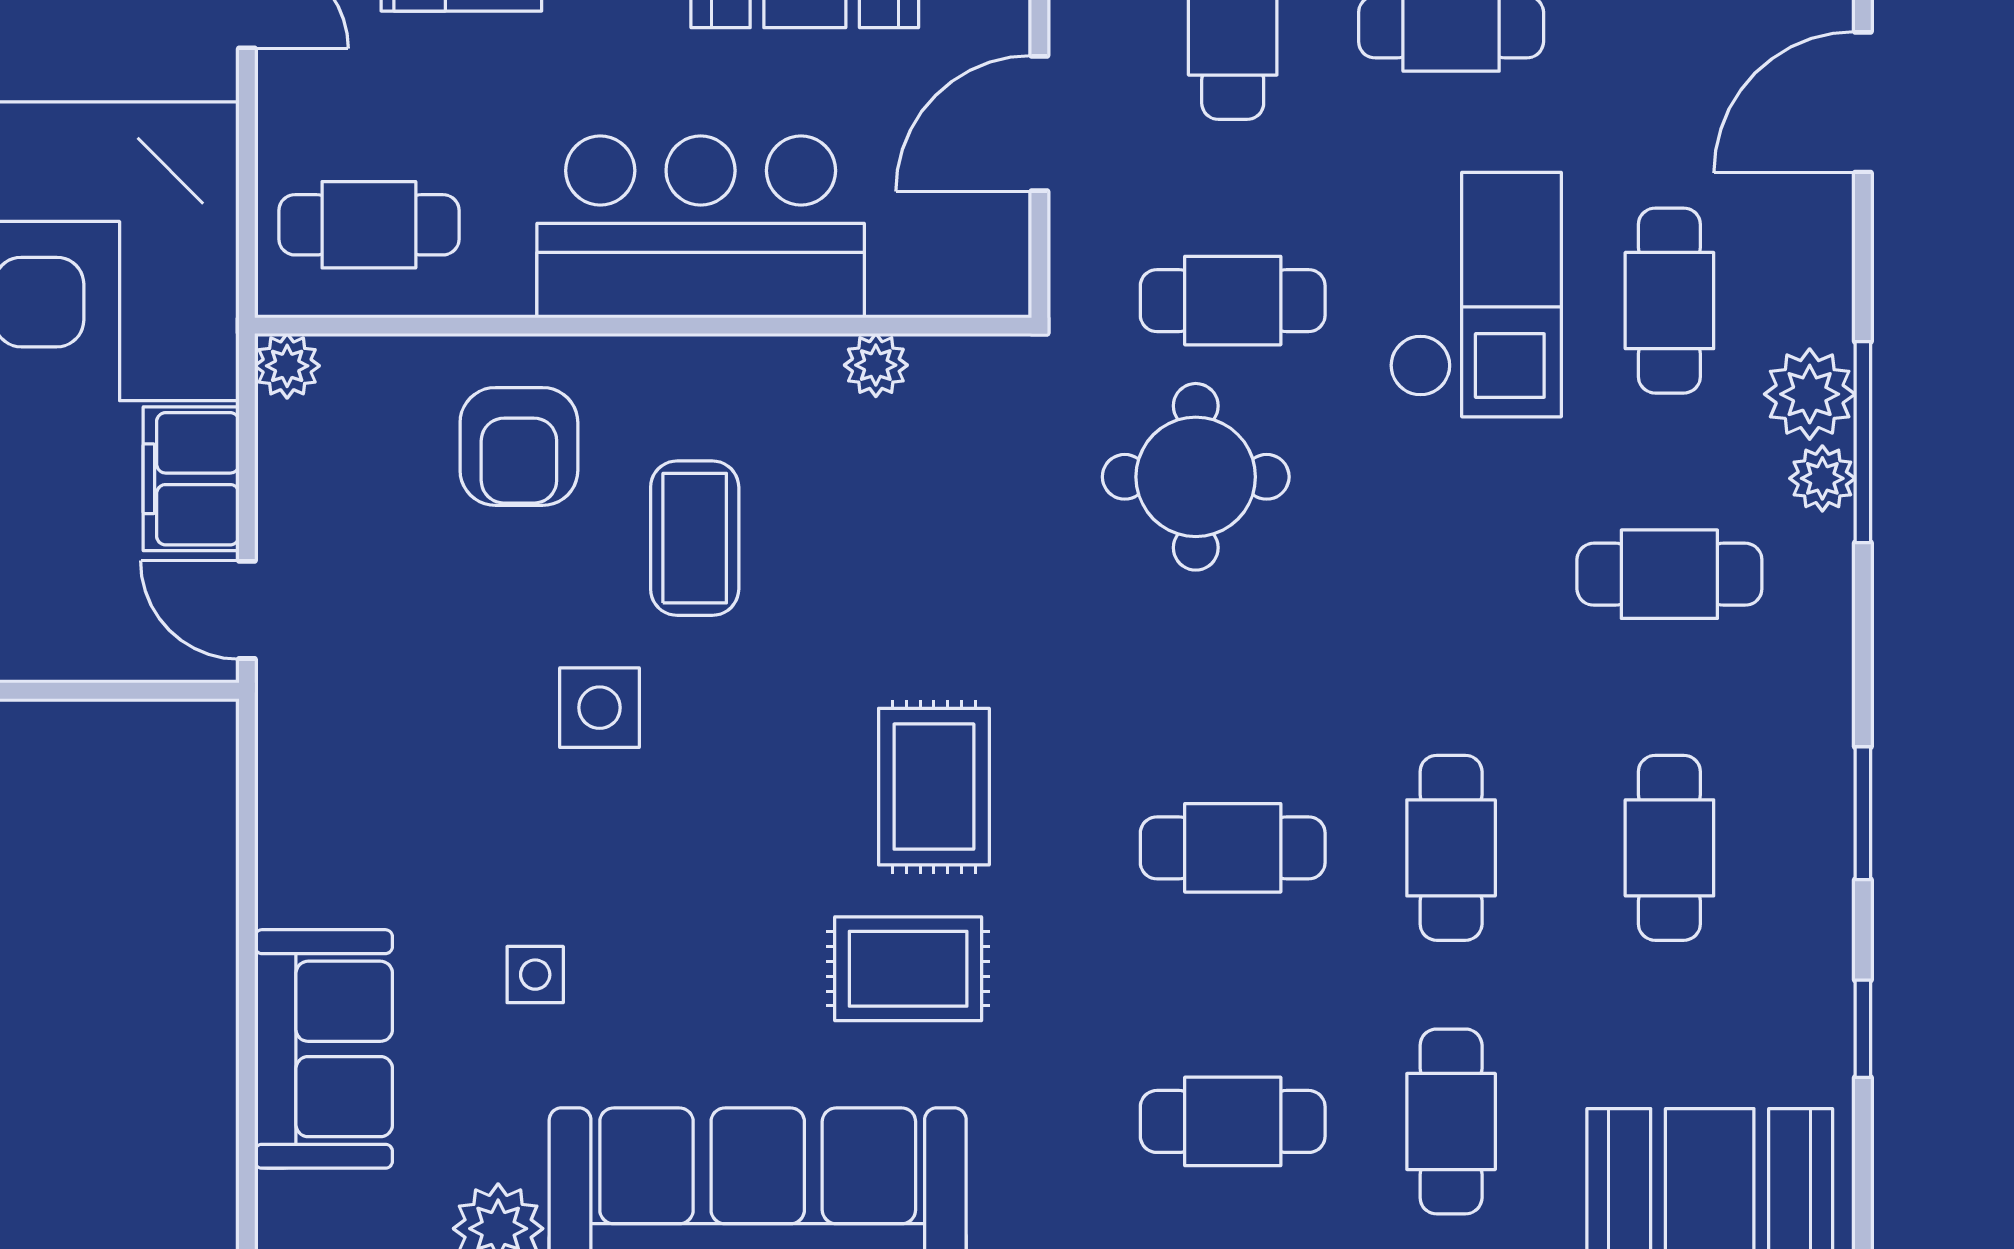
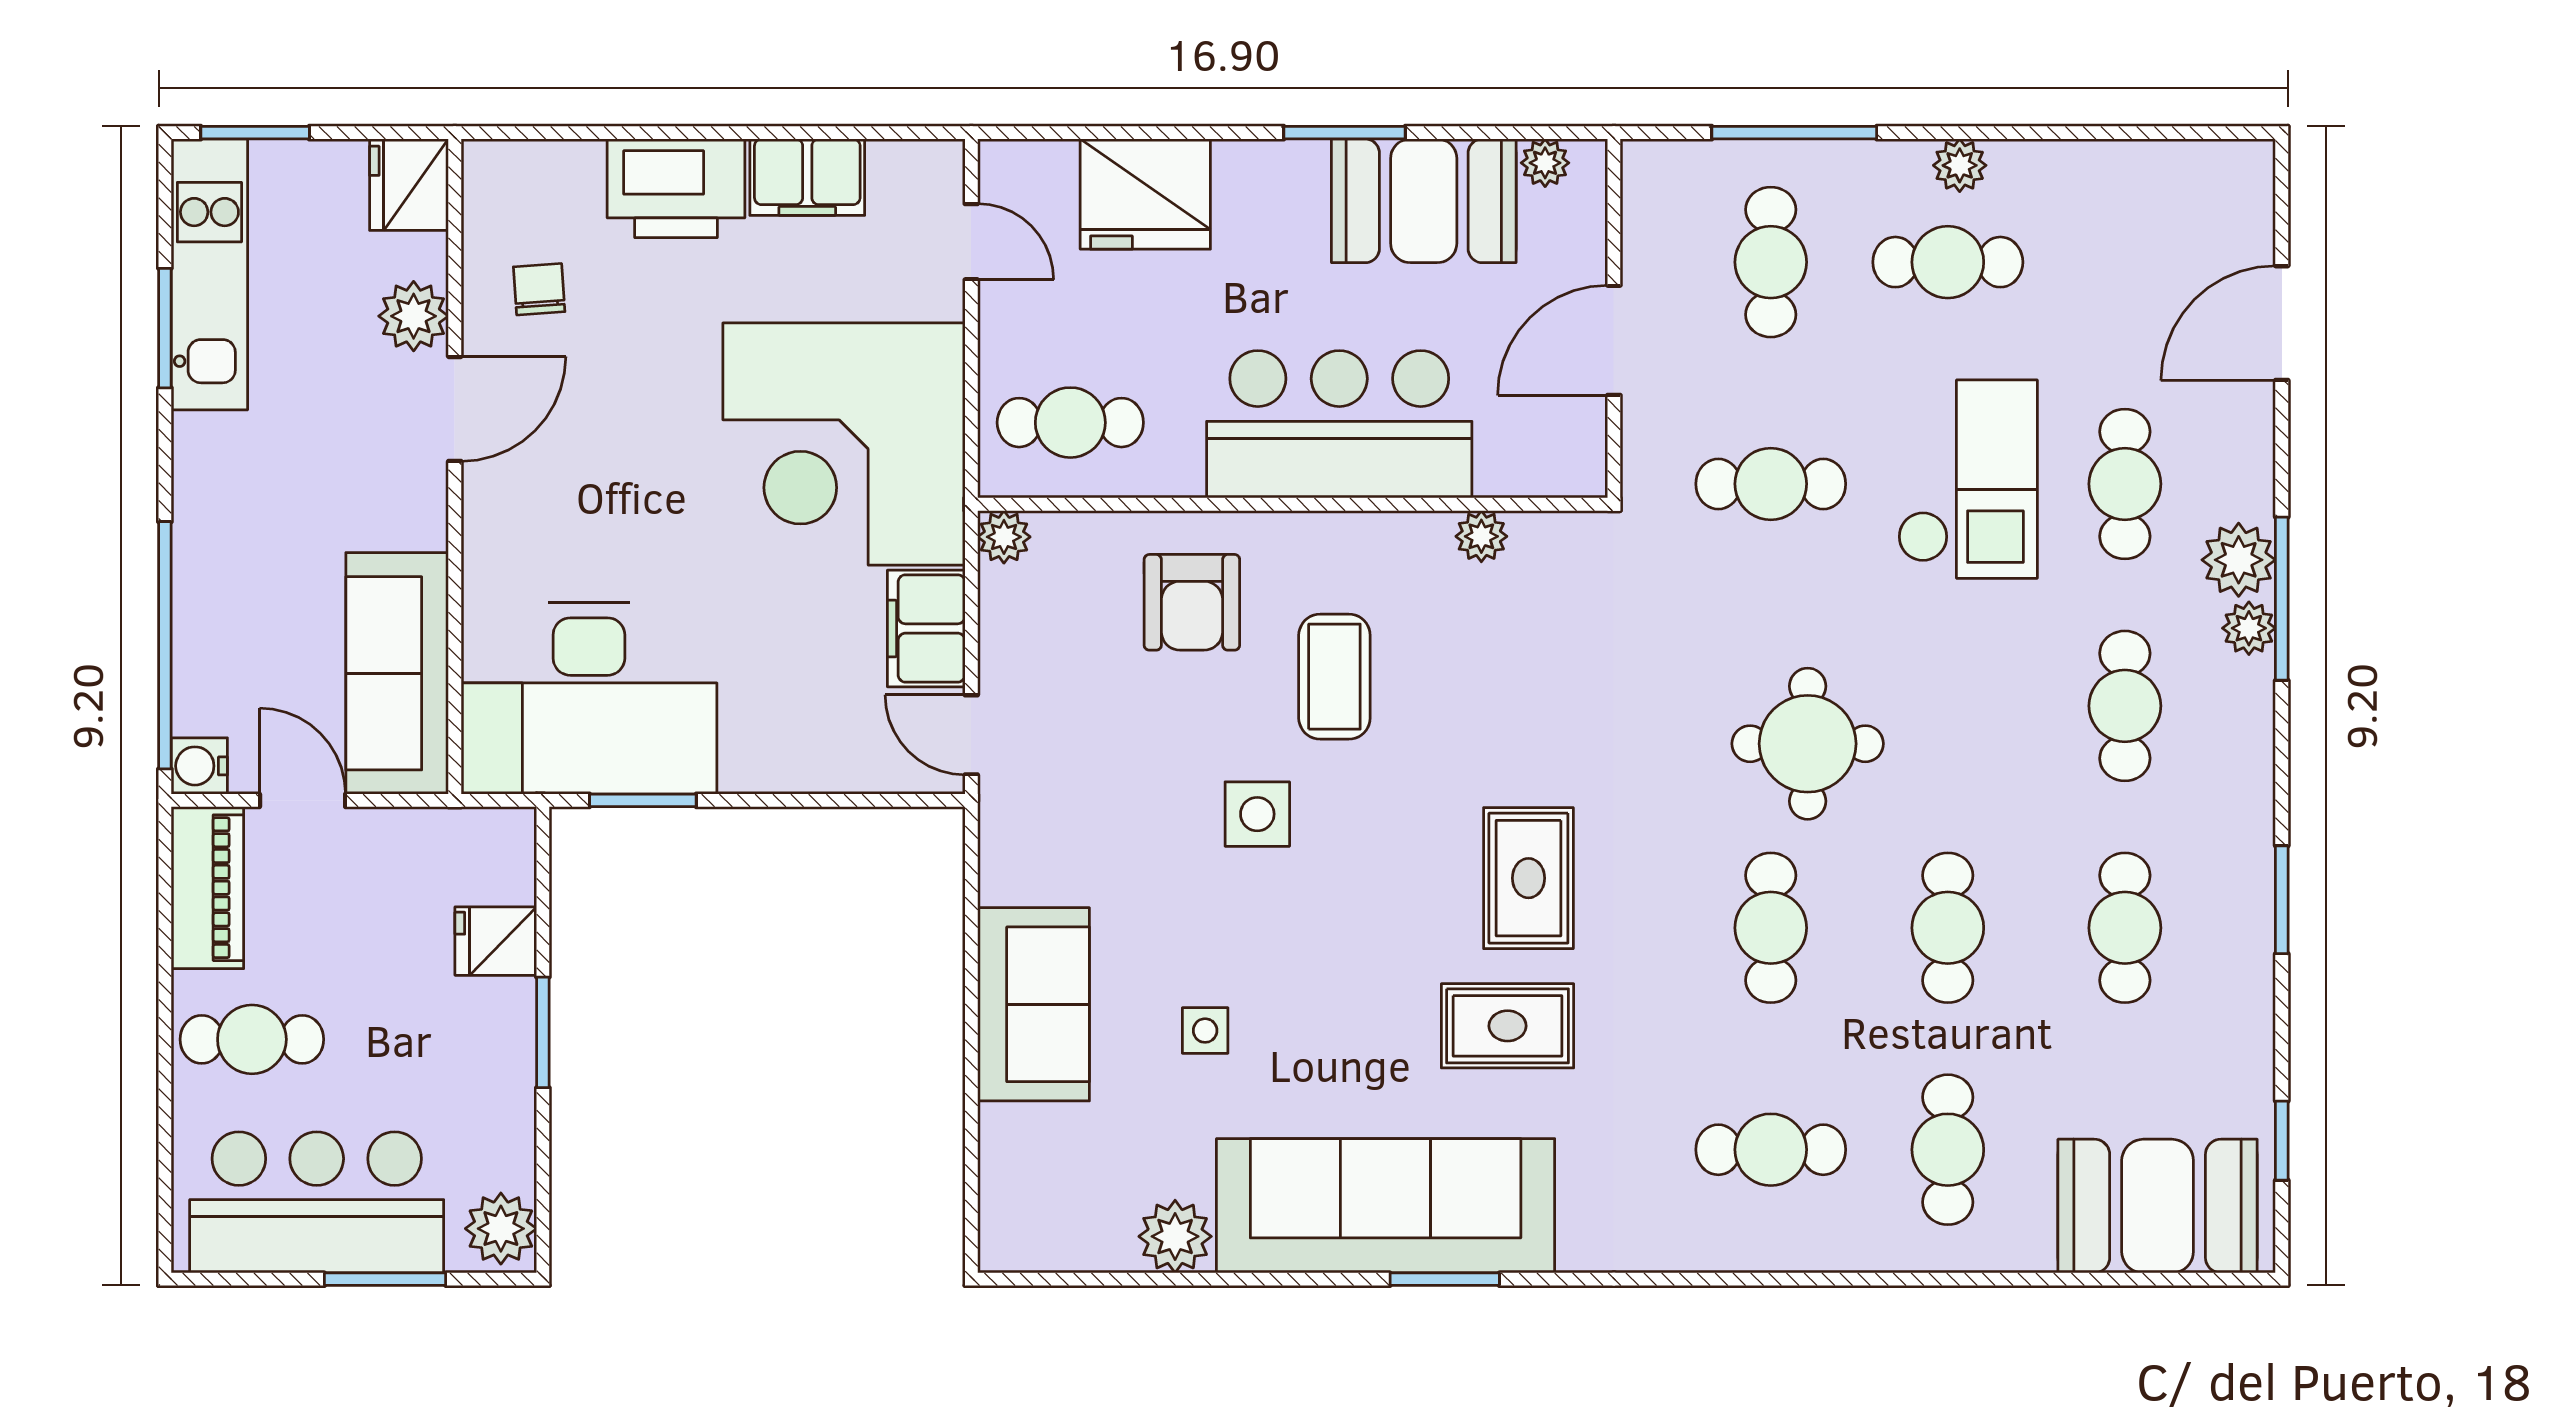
round table: (1196, 477) -> (1808, 744), moved
cafe table: (1669, 574) -> (2125, 706), turned 90
cafe table: (1233, 848) -> (1771, 928), turned 90
window: (1863, 1029) -> (2282, 1141), moved
sofa: (324, 1049) -> (1034, 1004), moved

